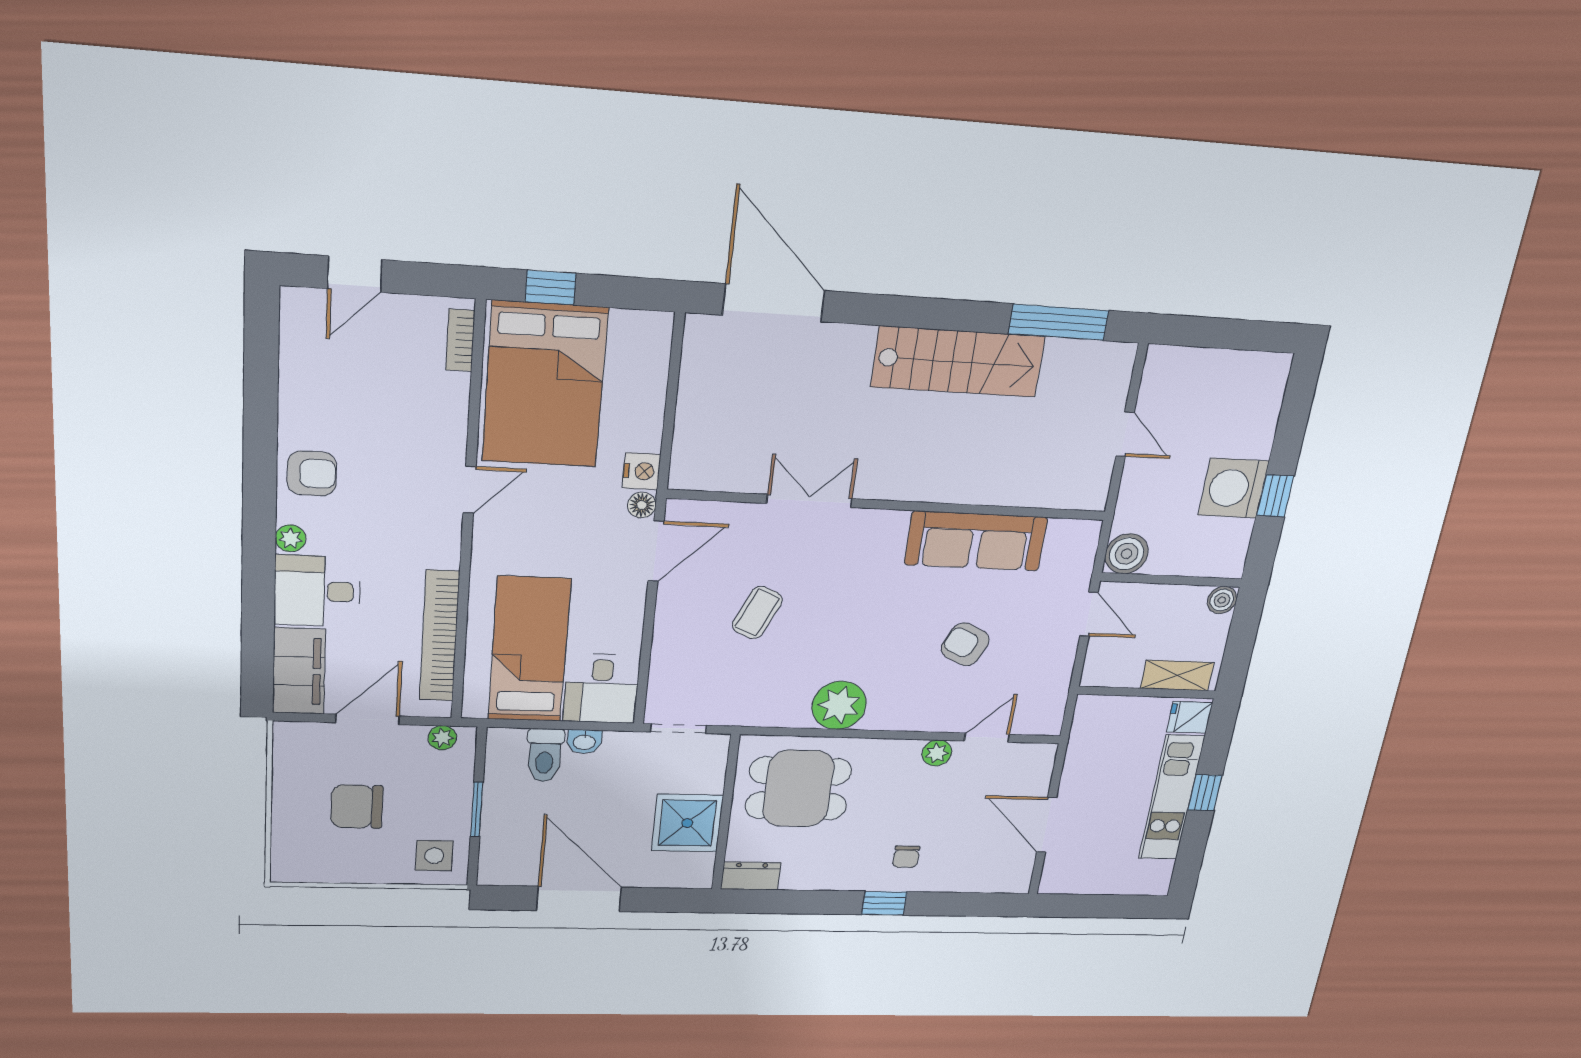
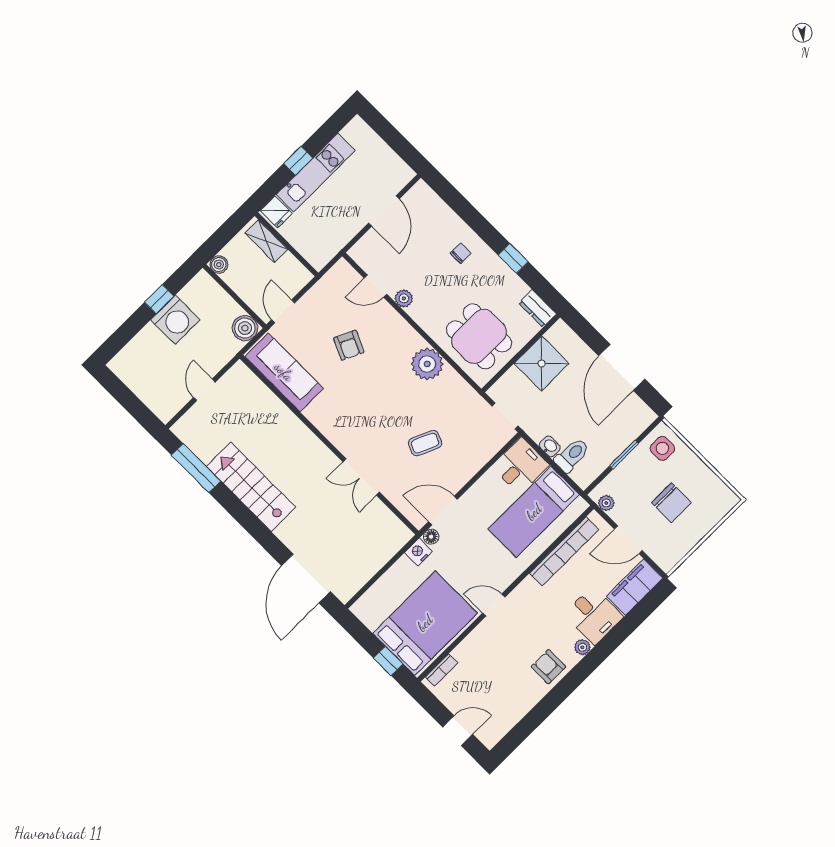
sofa: (976, 541) -> (284, 372), moved
window: (884, 903) -> (513, 258), moved

